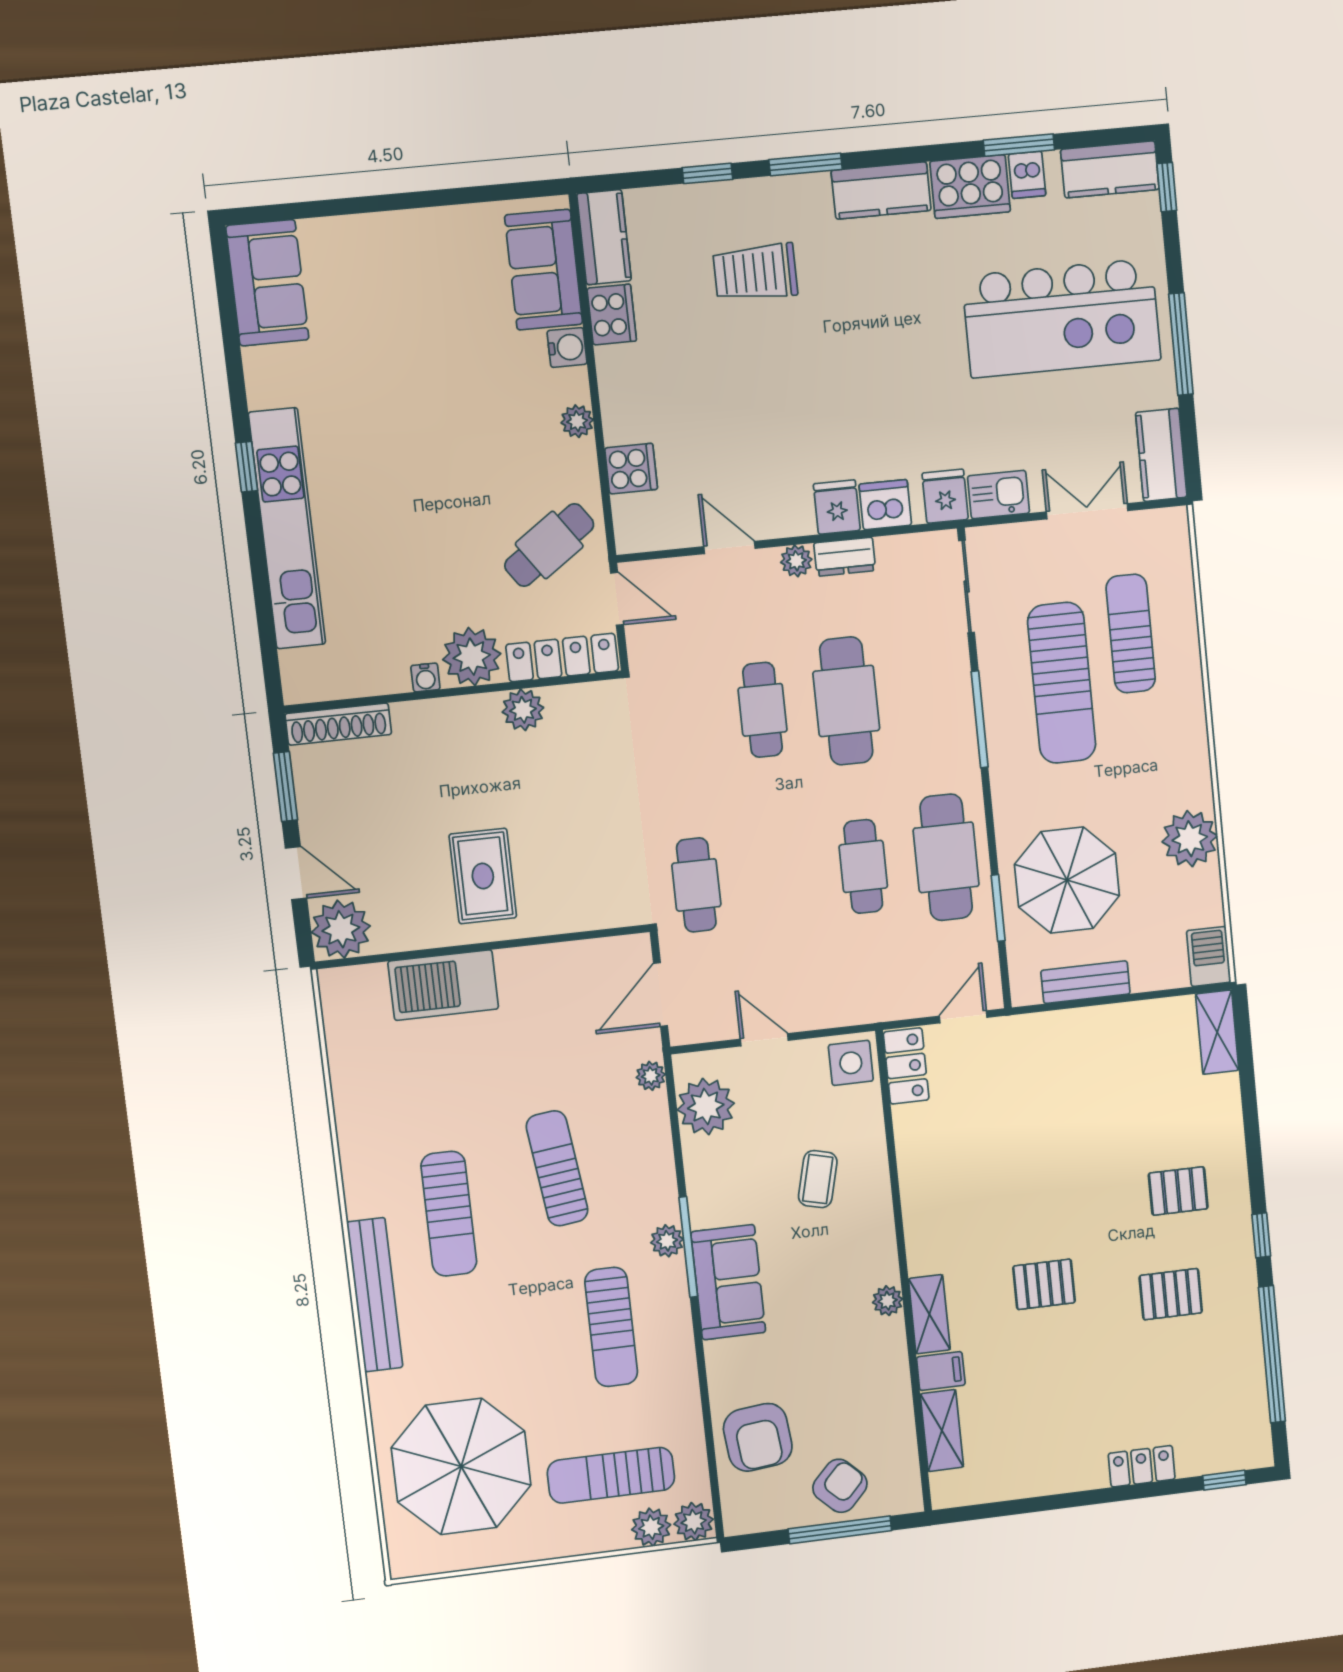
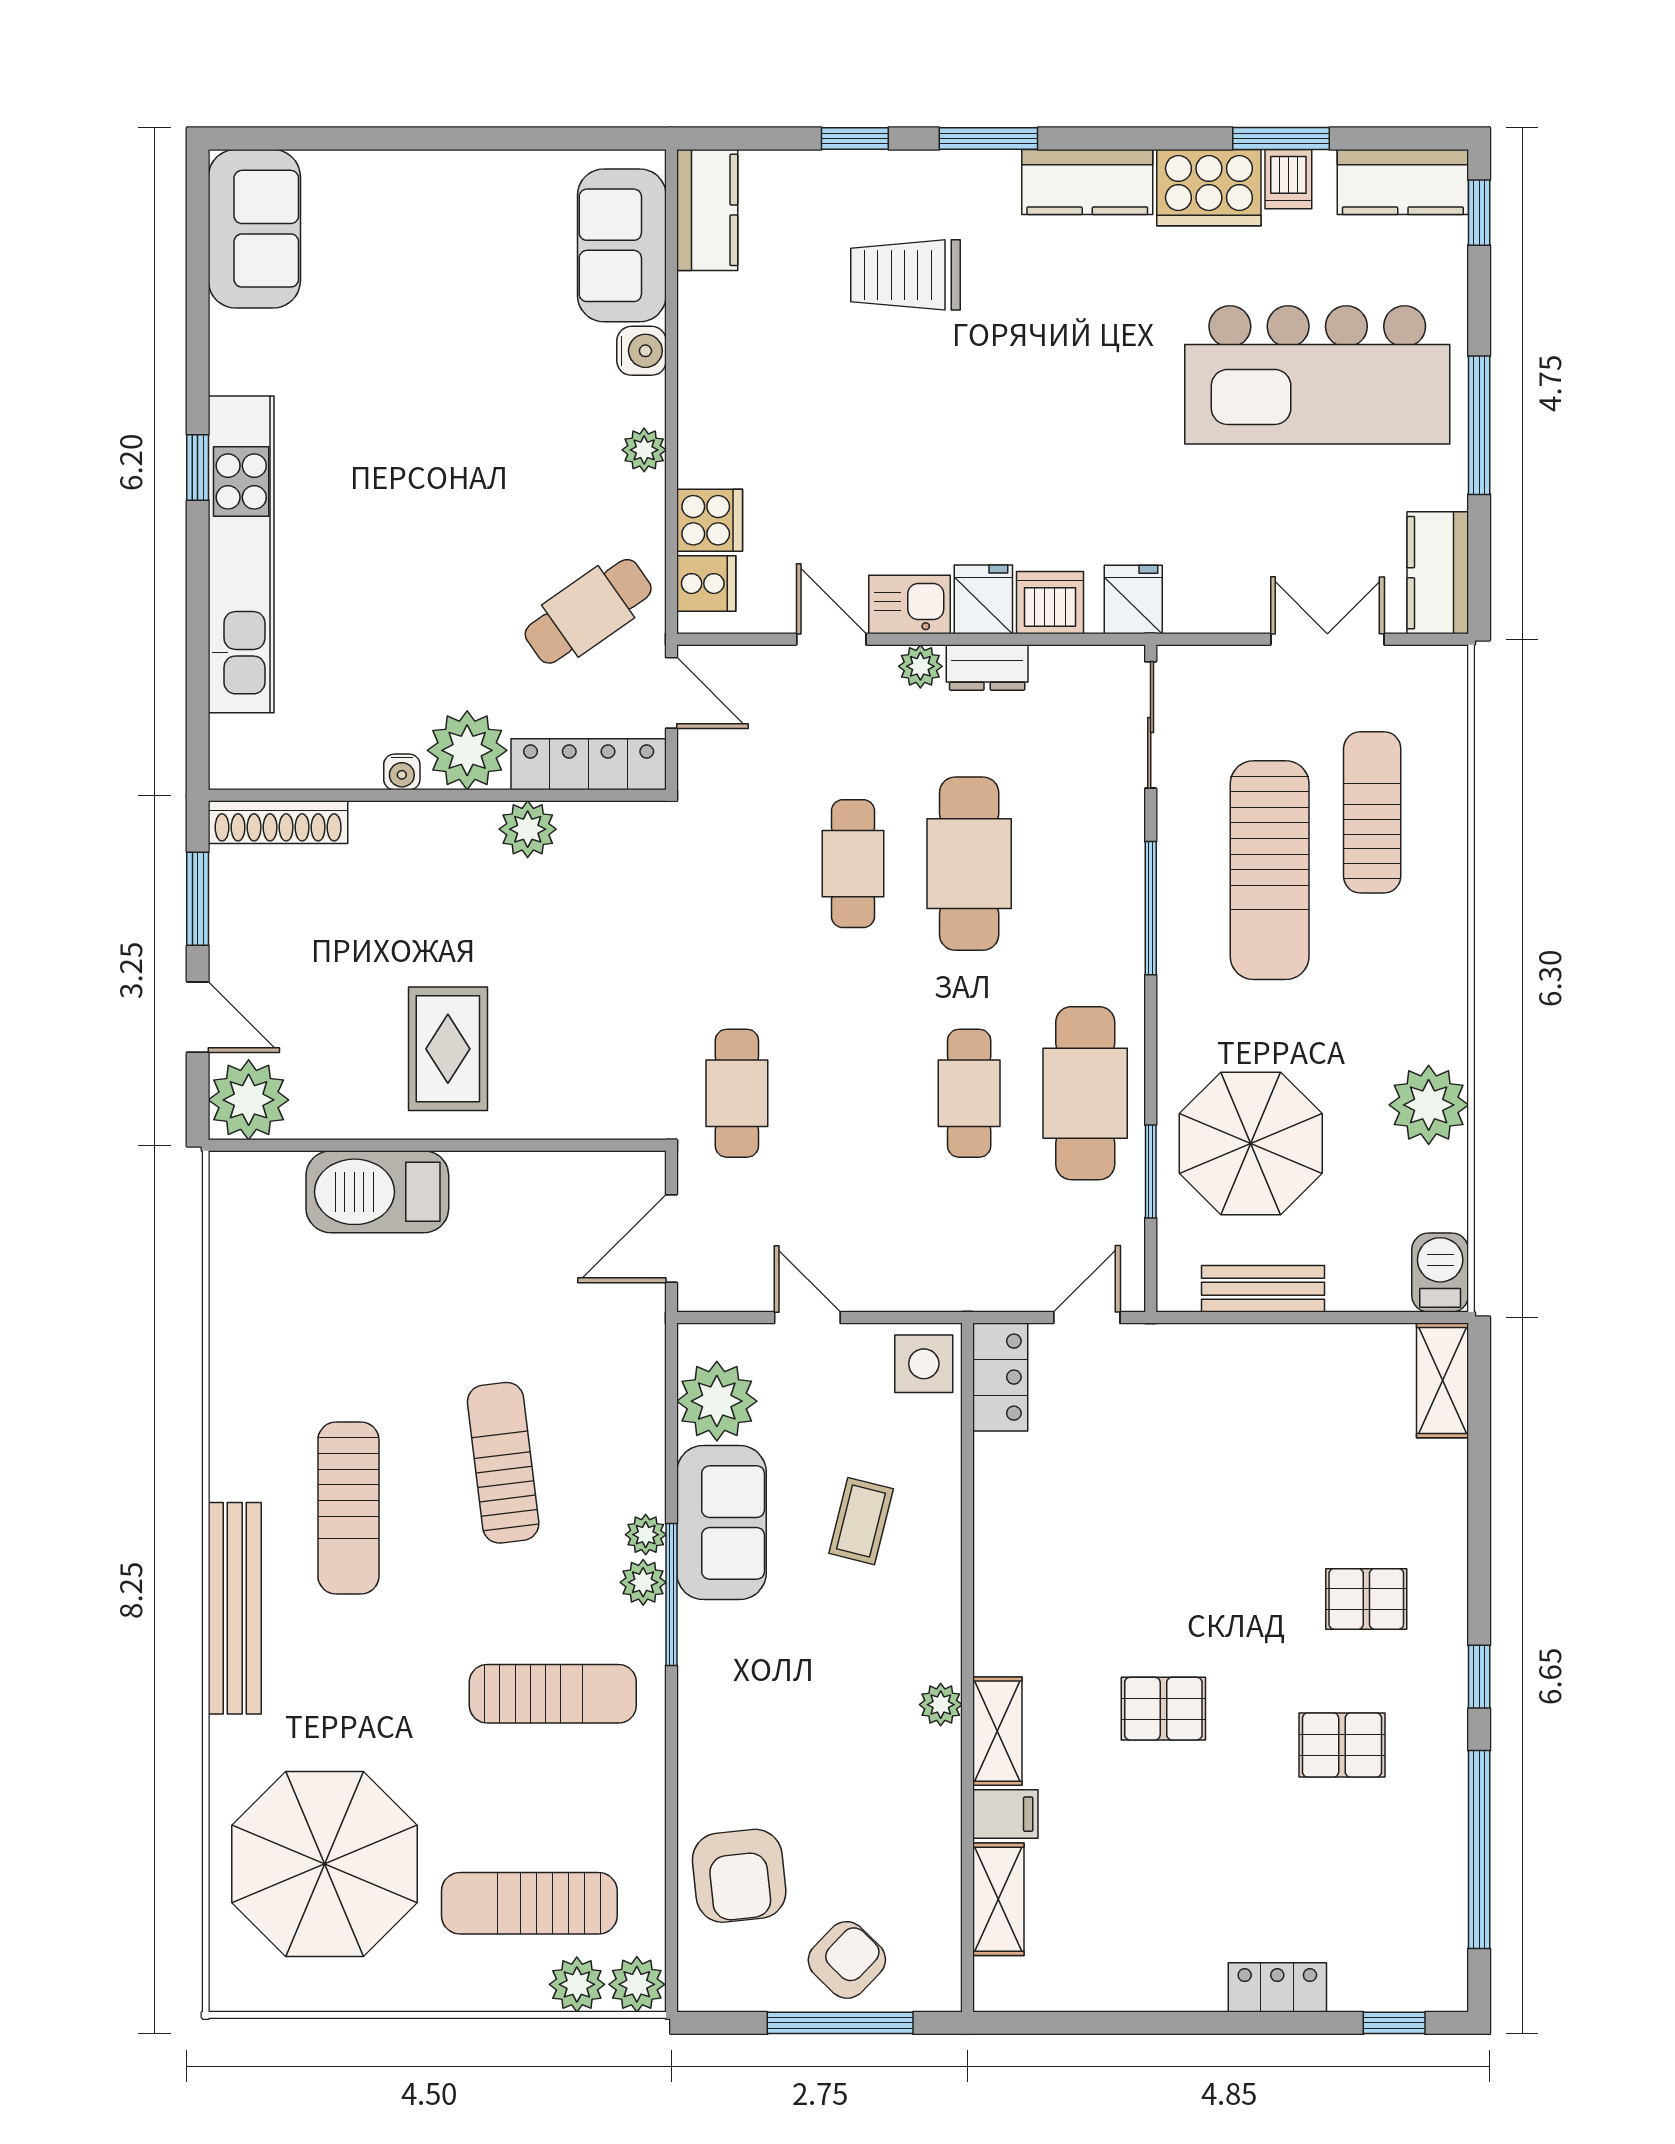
cooker: (612, 315) -> (706, 584), moved, width x0.73
kitchen sink: (998, 495) -> (910, 604), moved
plant: (651, 1076) -> (646, 1535), moved
sofa: (728, 1282) -> (721, 1523), moved
sun lounger: (611, 1327) -> (553, 1694), turned -90

